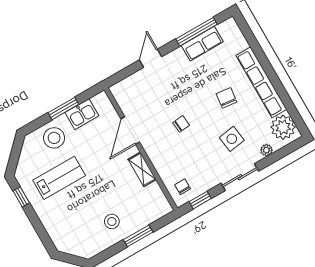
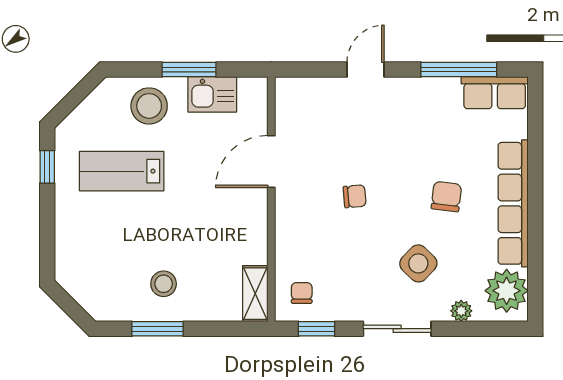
row of seats: (202, 44) -> (495, 93), moved
side table: (232, 139) -> (418, 263), turned -38
shelving: (142, 169) -> (255, 294), moved
lab bench: (59, 178) -> (122, 171), turned 180
window: (138, 236) -> (158, 329), moved

